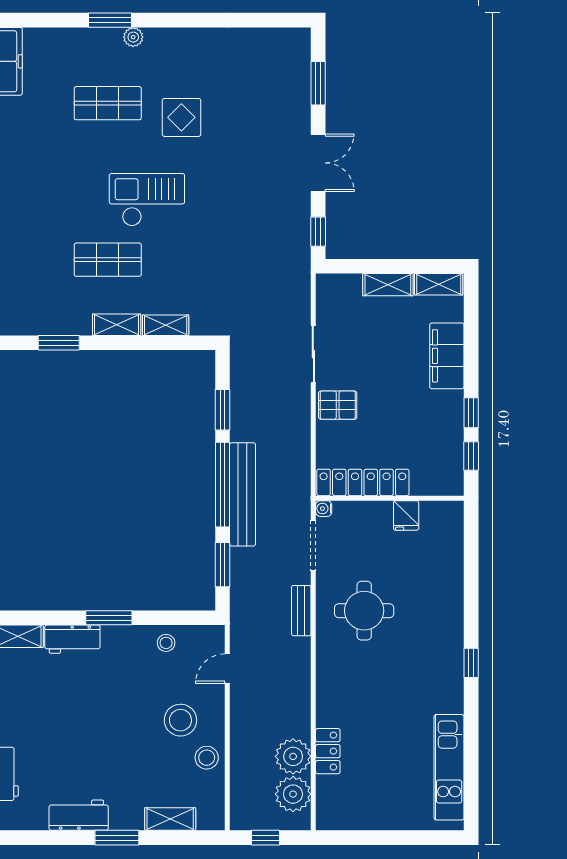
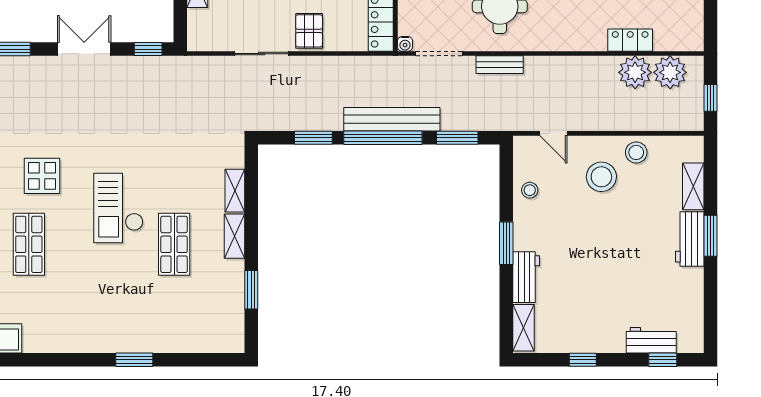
workbench: (79, 815) -> (690, 239), moved

